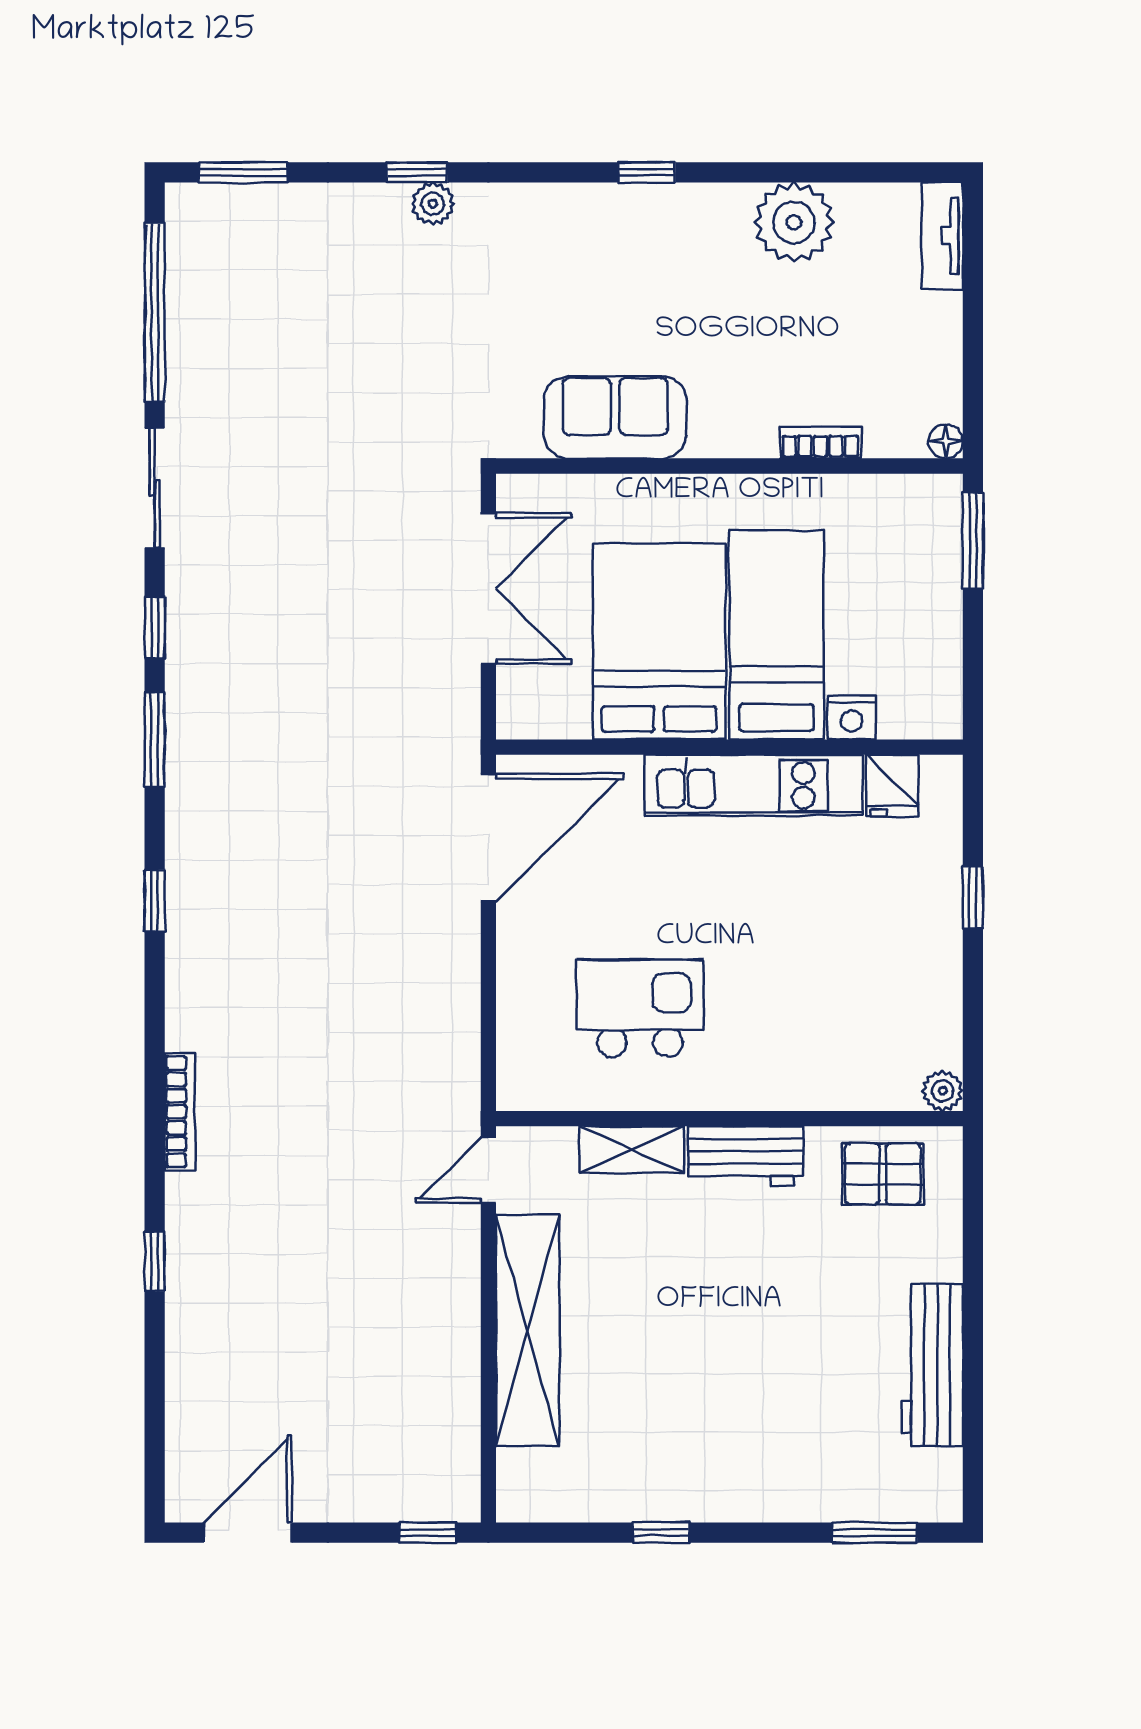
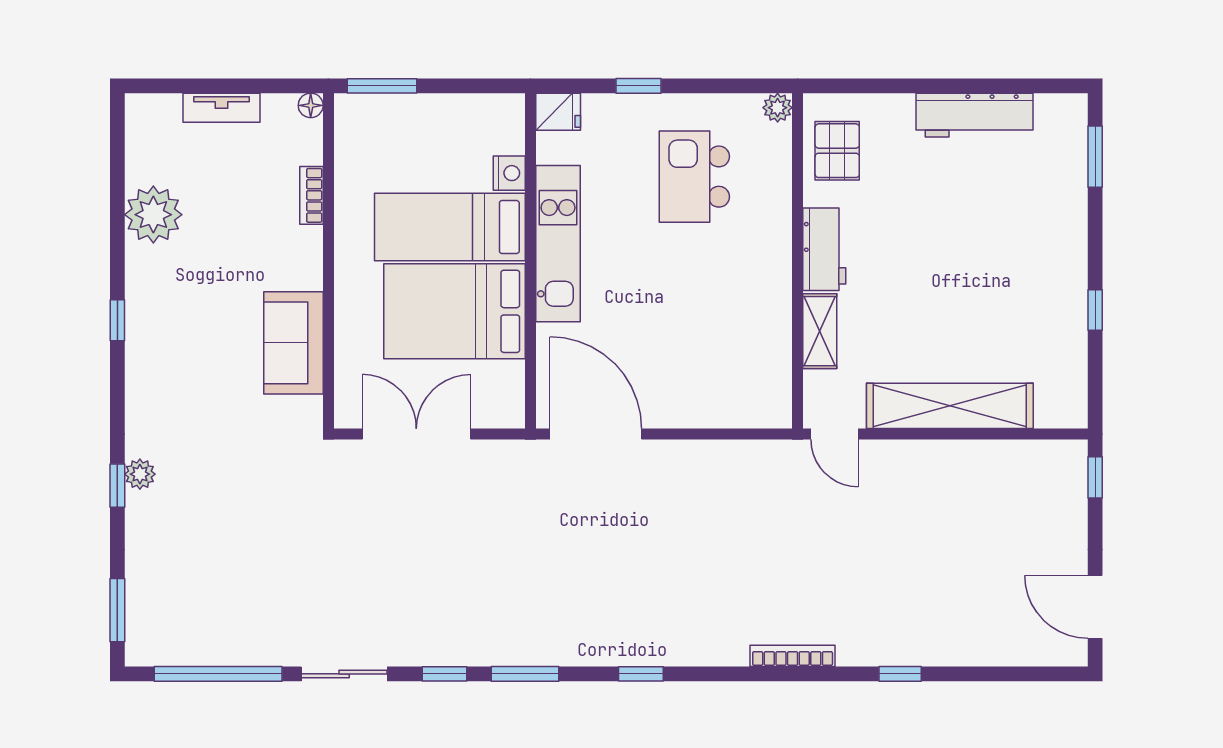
tv unit: (942, 236) -> (222, 108), moved
fridge: (892, 786) -> (558, 112), moved
kitchen island: (640, 1008) -> (694, 177), moved

